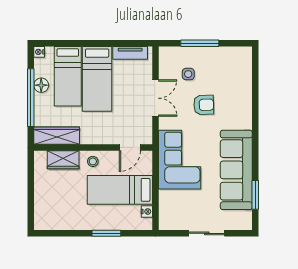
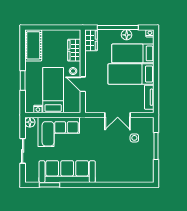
armchair: (204, 105) -> (113, 149), removed
wardrobe: (57, 136) -> (91, 40), width x0.67
door: (130, 148) -> (83, 84), moved
corner sofa: (180, 160) -> (59, 132), moved
cot: (56, 218) -> (33, 45), added
floor lamp: (166, 223) -> (30, 122), added

